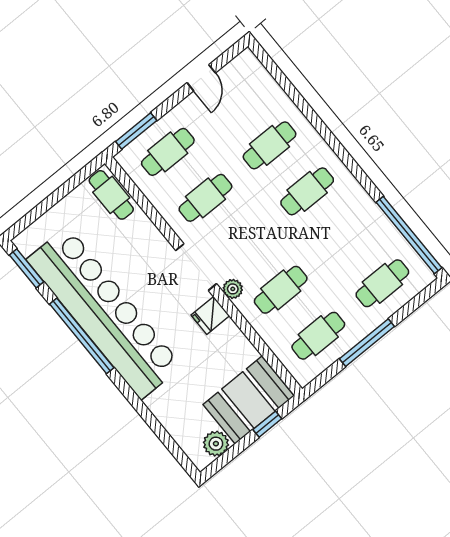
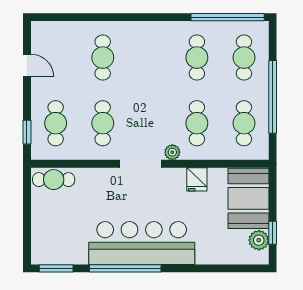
window: (136, 131) -> (27, 132), width x0.67
cafe table: (307, 191) -> (197, 58), moved
bar counter: (104, 313) -> (142, 243), width x0.73
fridge: (210, 315) -> (197, 179), moved
window: (367, 343) -> (273, 97), width x1.46
window: (267, 424) -> (273, 233), moved

